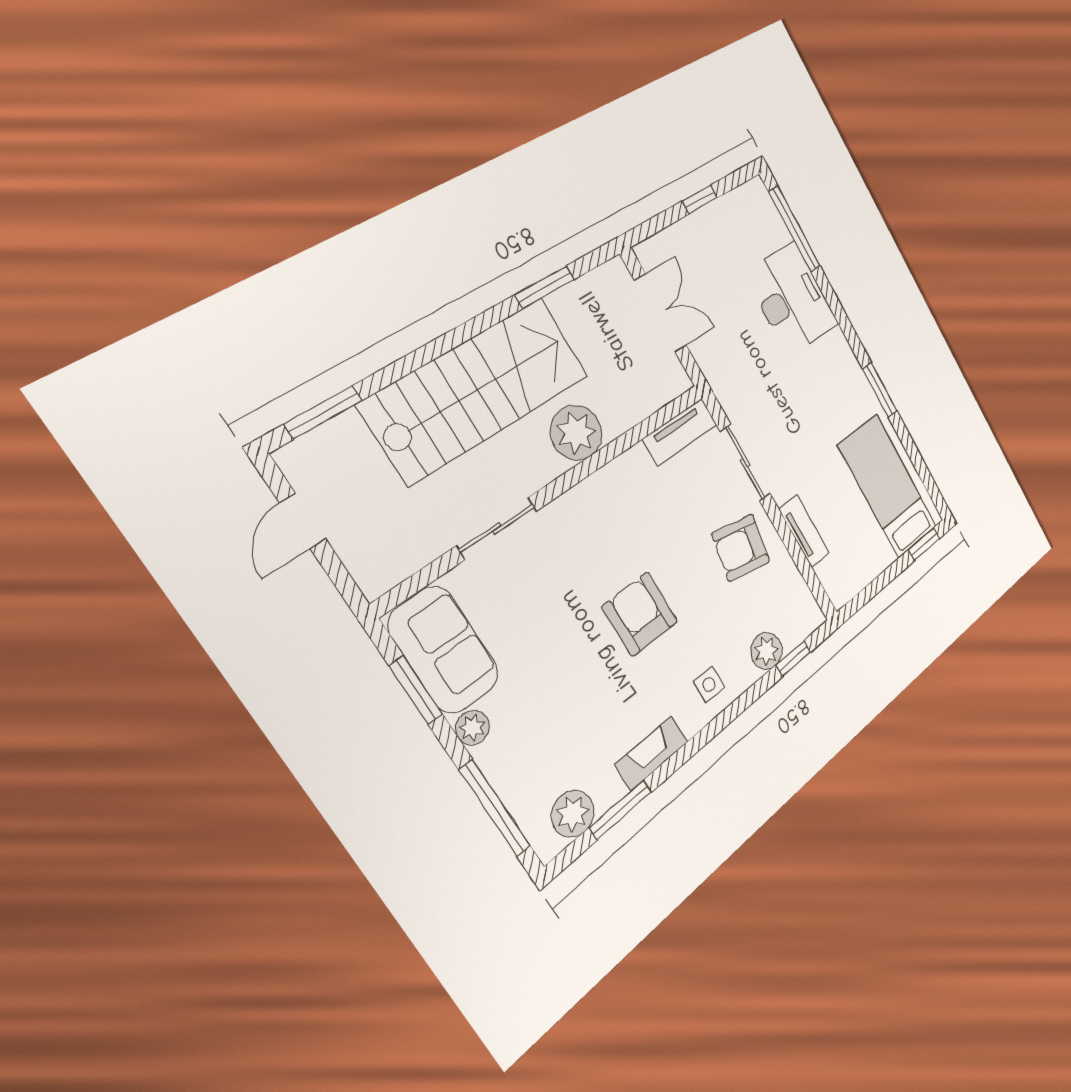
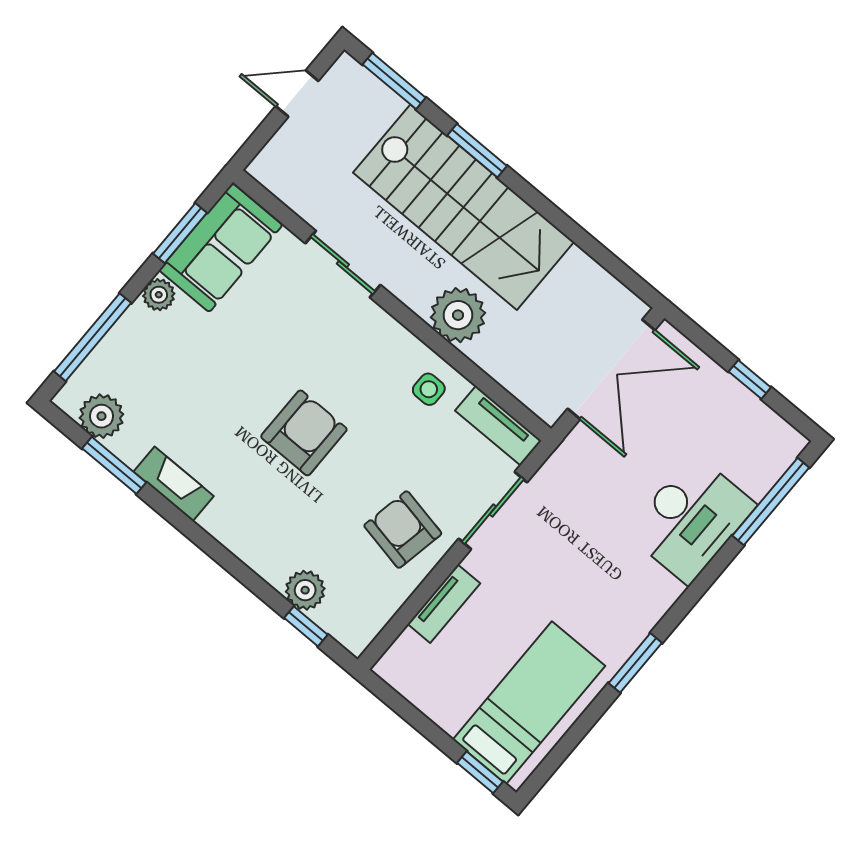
window: (545, 287) -> (477, 151), moved
double door: (661, 313) -> (611, 369), width x1.37
side table: (709, 684) -> (429, 389), moved

